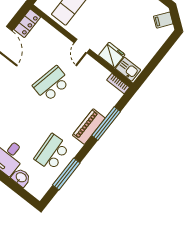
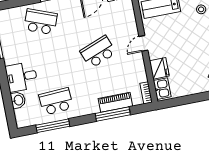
school desk: (51, 84) -> (98, 52), turned -33
piano: (89, 127) -> (115, 102), moved

